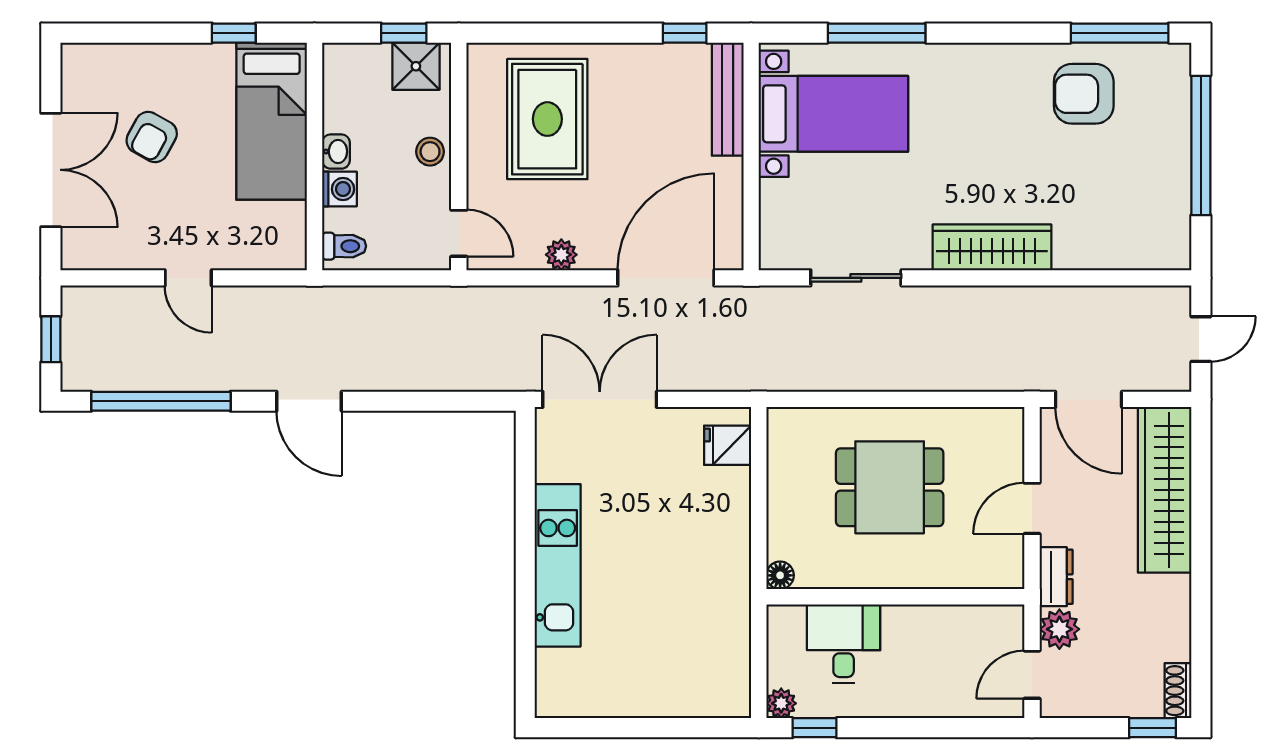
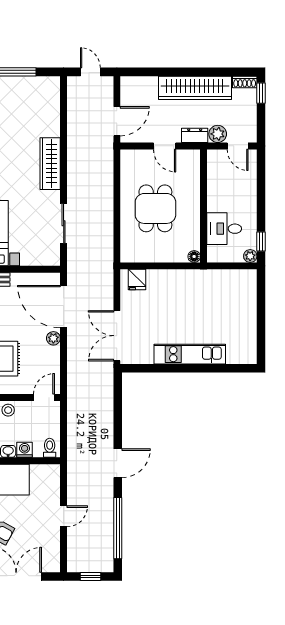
plant: (561, 255) -> (53, 338), moved
wardrobe: (1165, 490) -> (195, 88), moved

